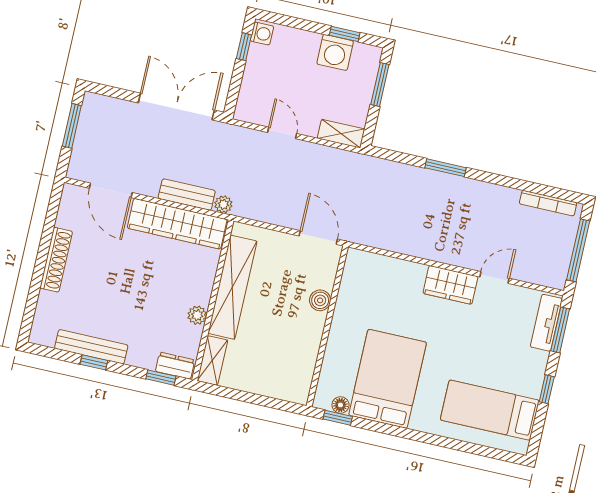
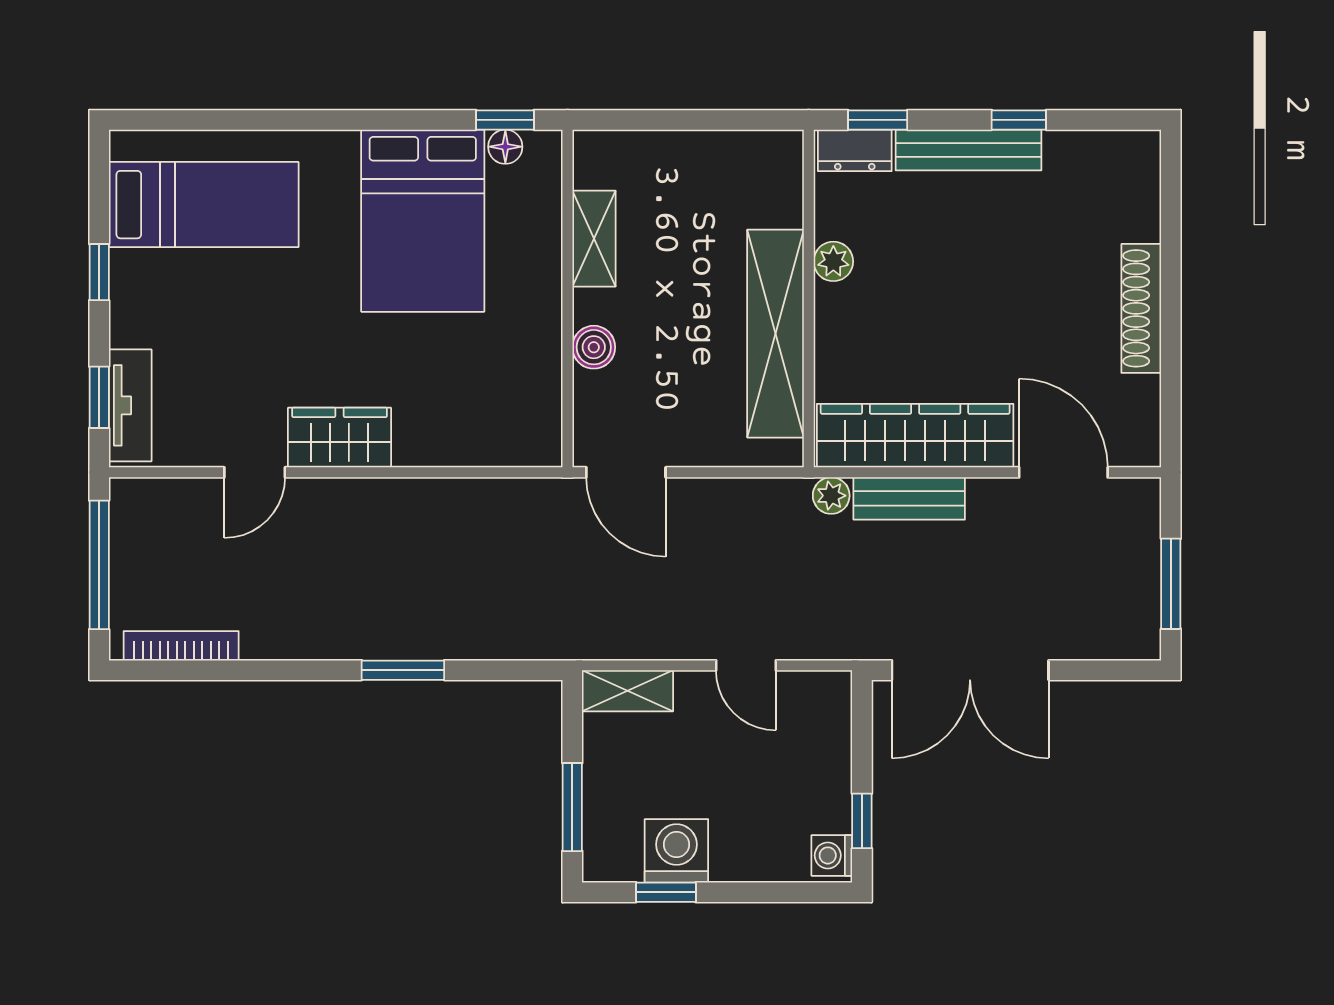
window: (560, 330) -> (99, 397), width x0.67
bench: (91, 347) -> (969, 150), moved
shelving: (212, 360) -> (594, 239), moved

